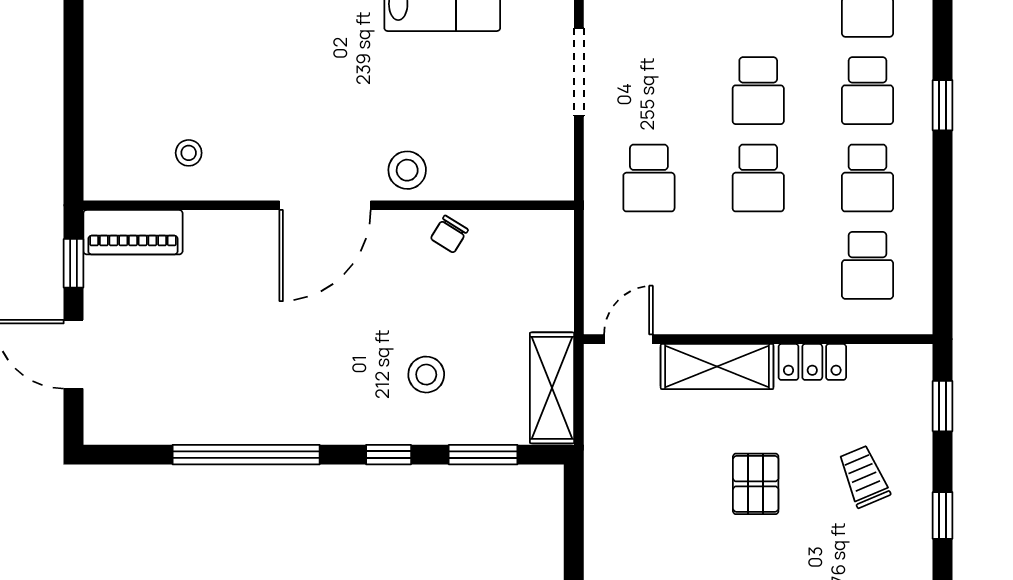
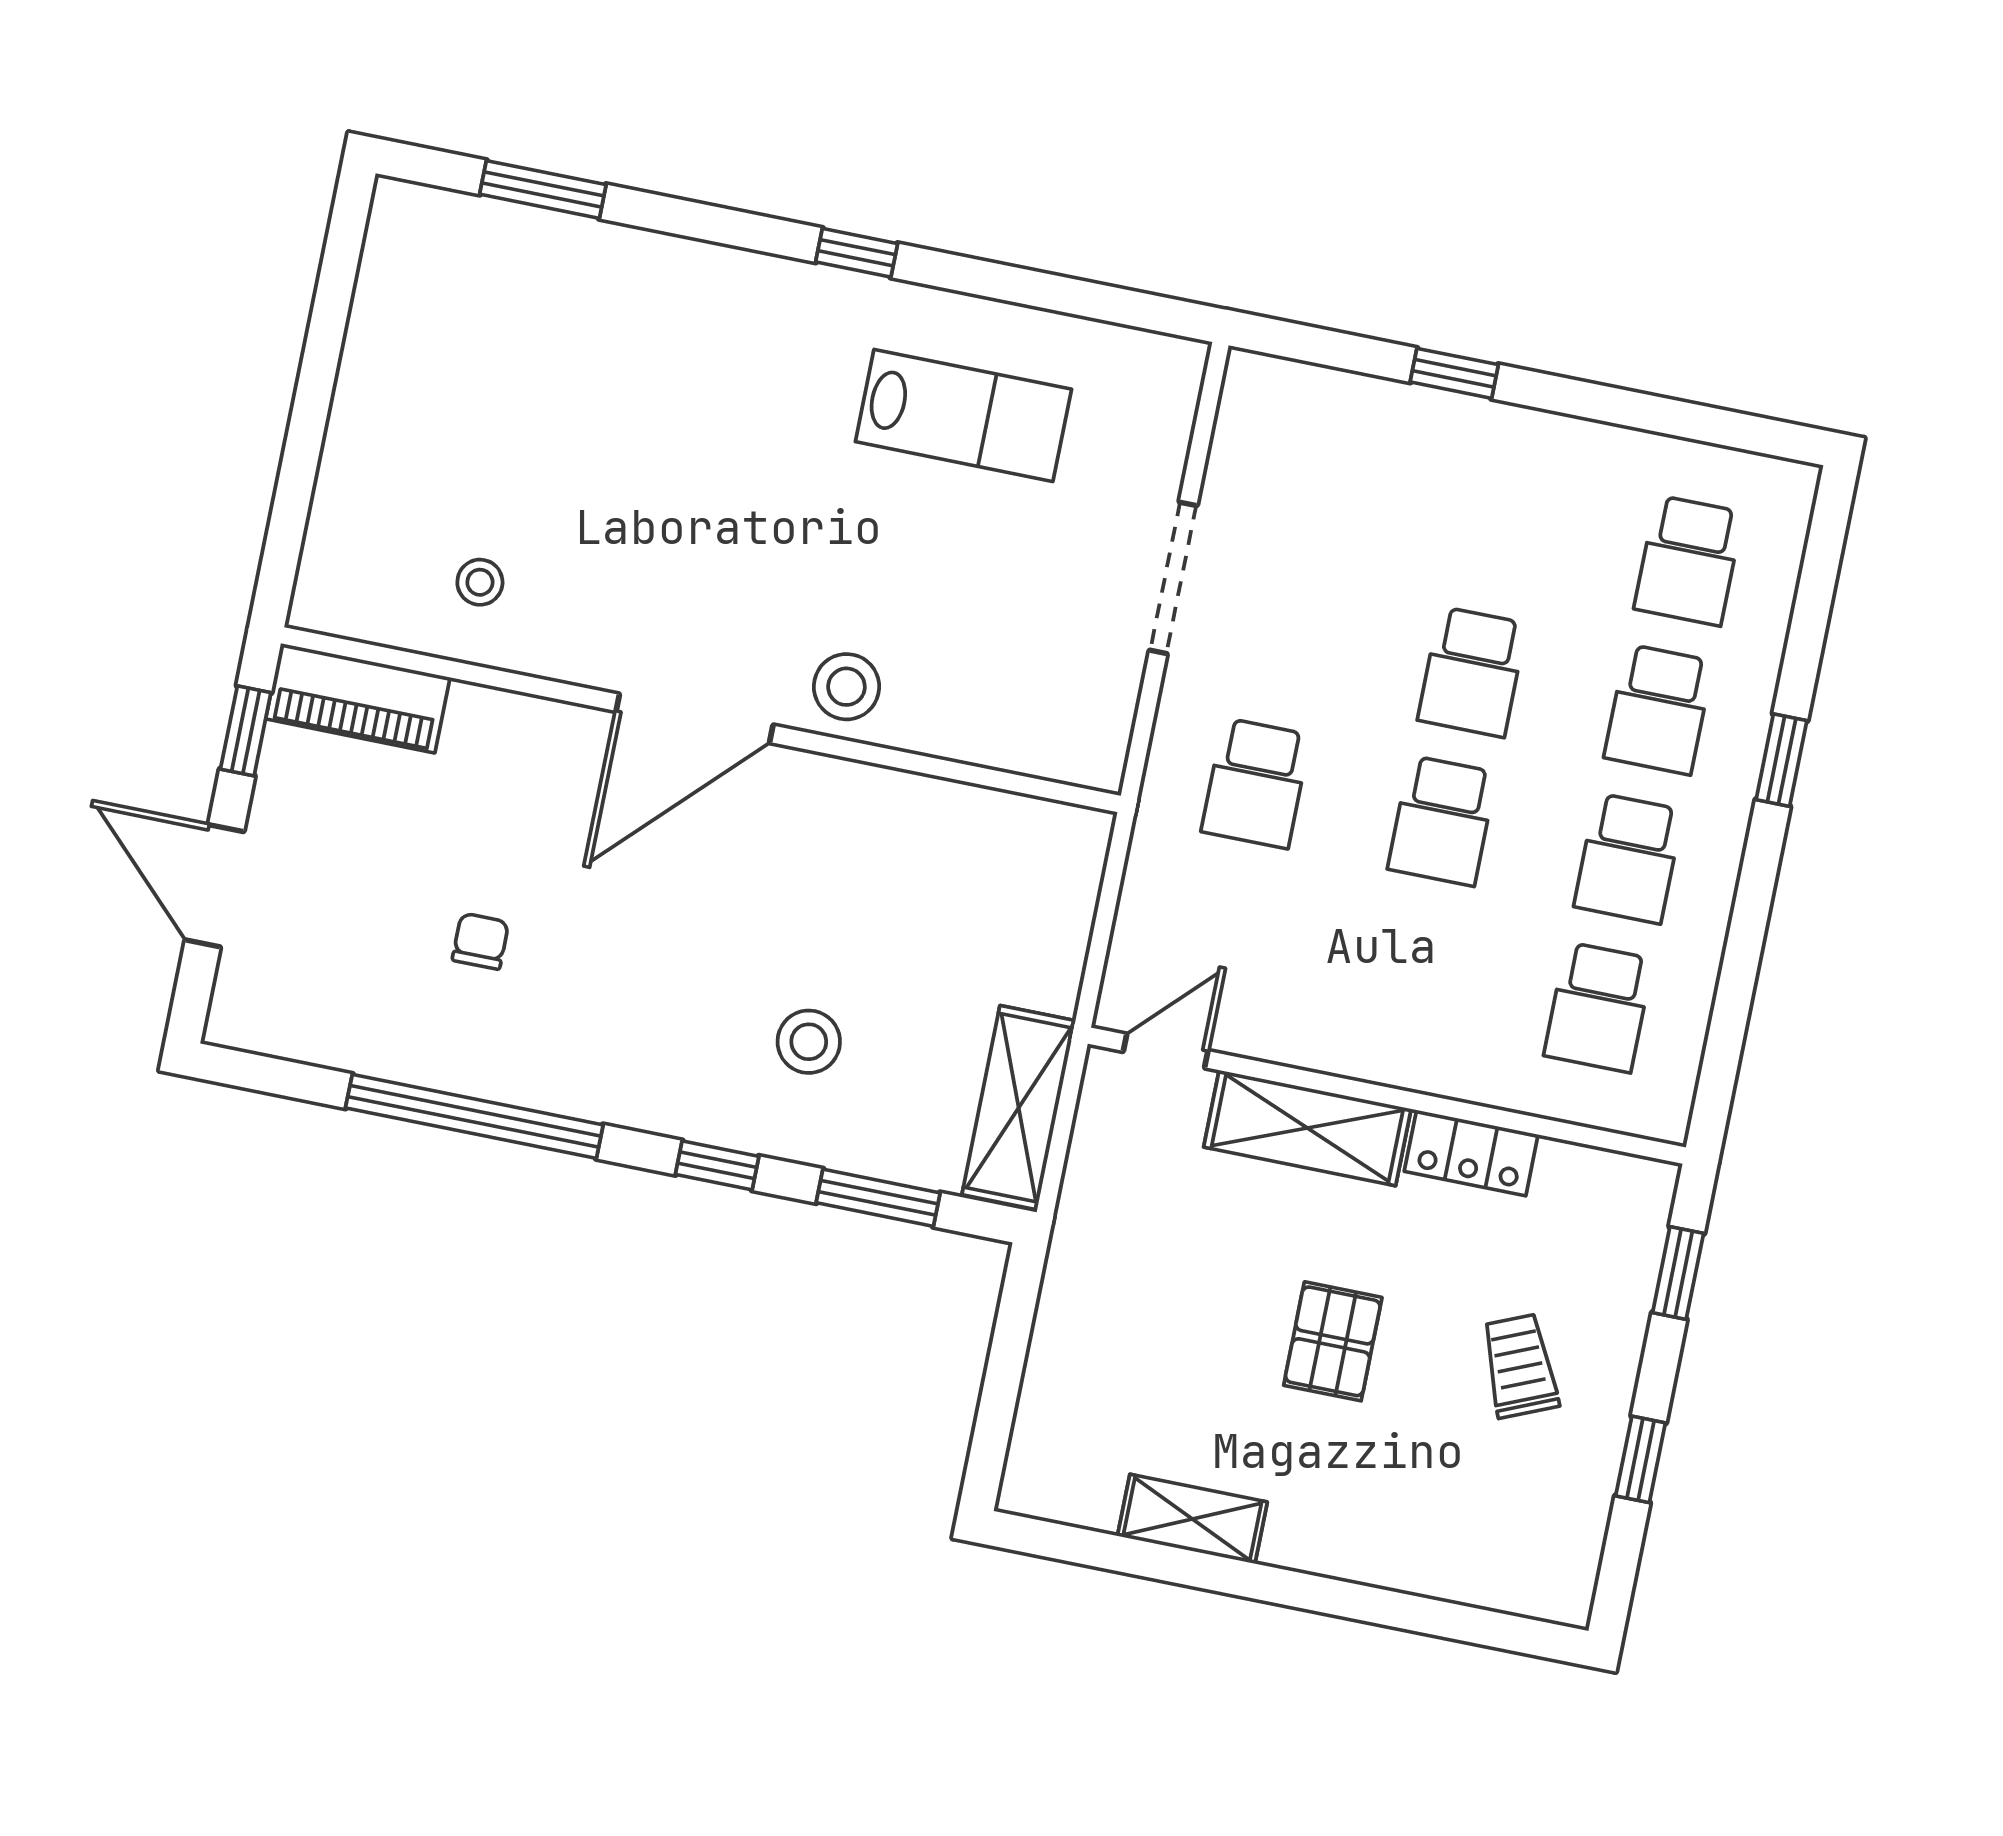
chair: (449, 234) -> (480, 941), moved, turned 148

